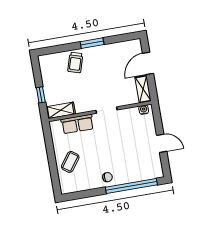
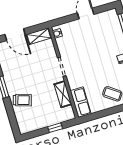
shelving: (61, 110) -> (63, 94), moved
row of seats: (77, 124) -> (81, 102), moved

